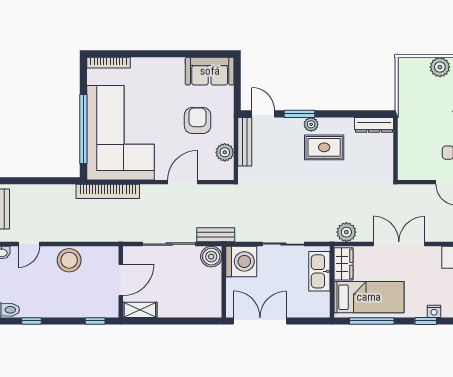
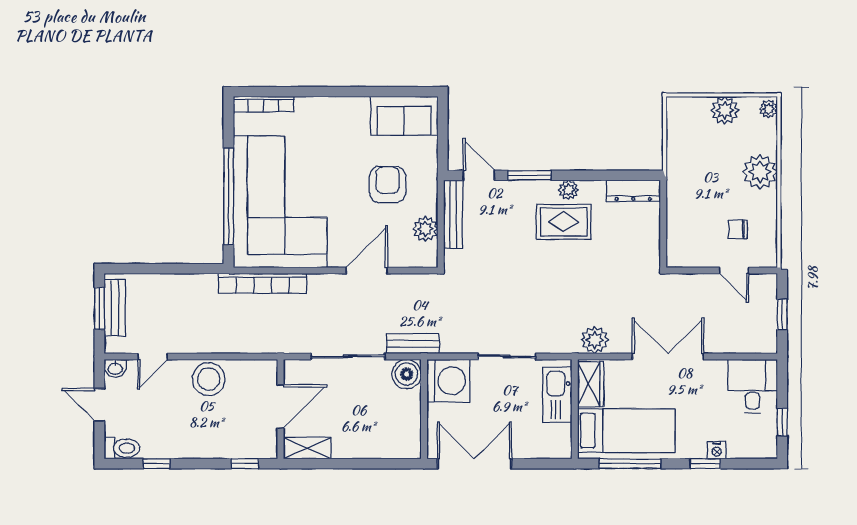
plant: (311, 124) -> (568, 190), moved

